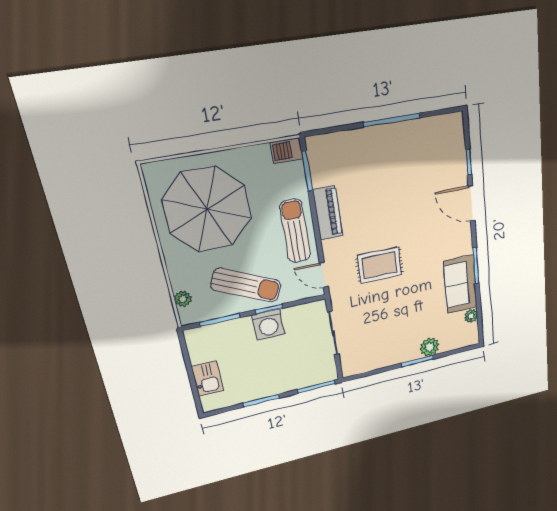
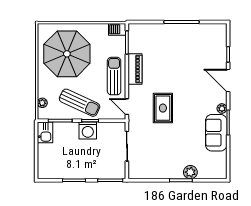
rug: (380, 265) -> (163, 108), turned 90
plant: (471, 316) -> (222, 108), moved
kitchen sink: (207, 379) -> (45, 132), moved

